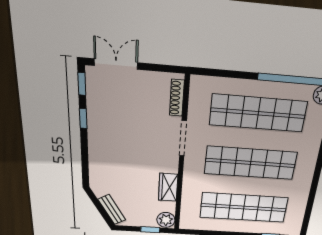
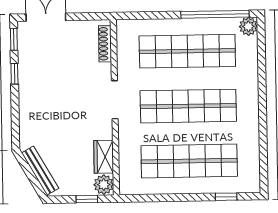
doorway: (183, 138) -> (115, 100), moved
wardrobe: (168, 187) -> (104, 157), moved
bench: (112, 210) -> (40, 171), width x1.36

